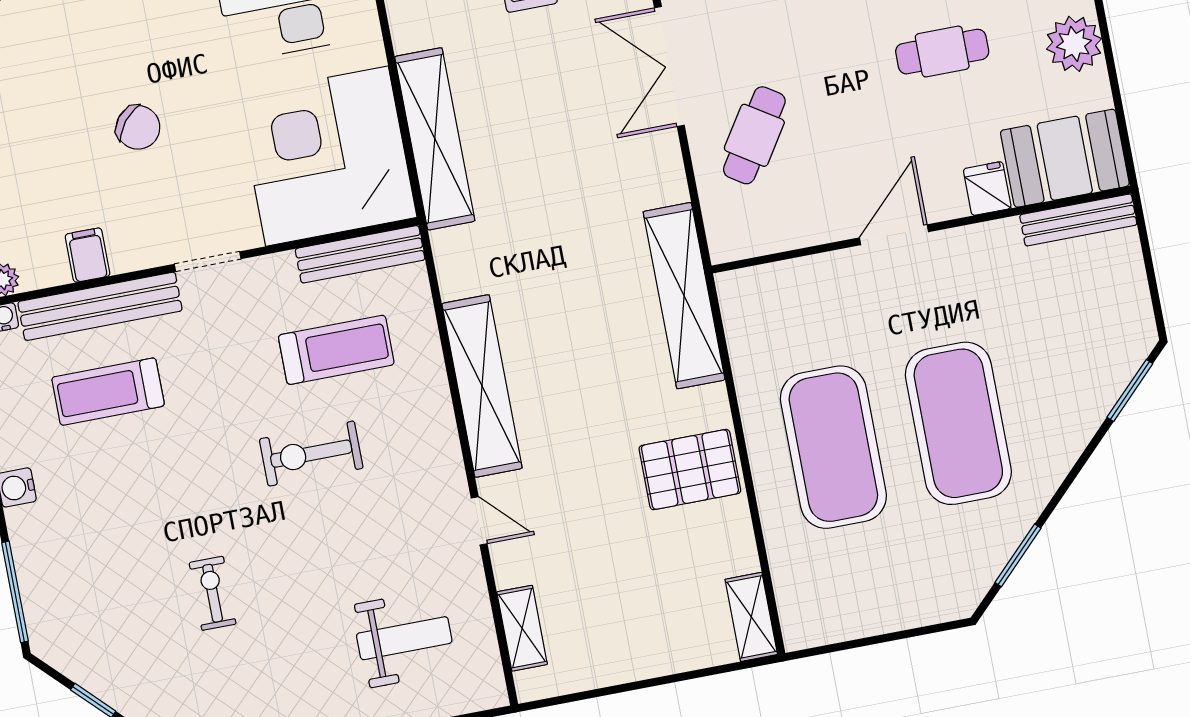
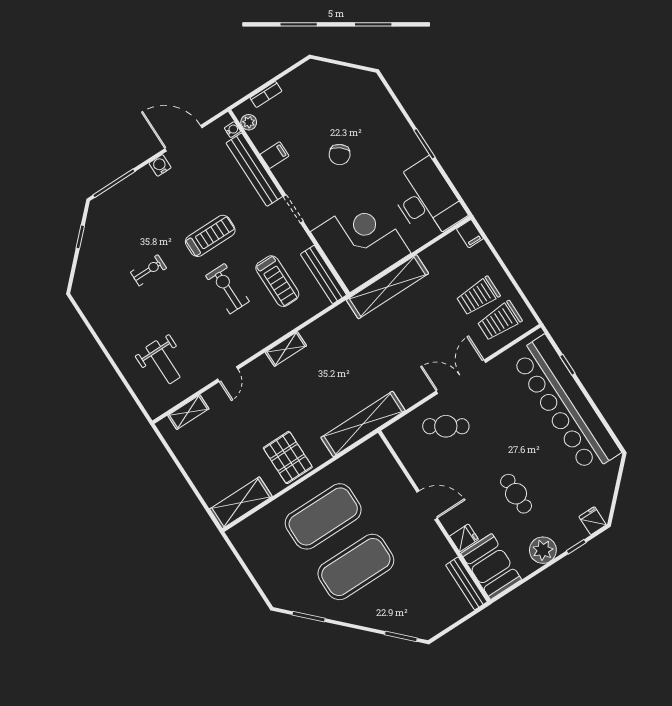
shelving: (482, 386) -> (286, 349), width x0.45, depth x0.75
treadmill: (108, 392) -> (210, 236), moved, turned 90
shelving: (751, 617) -> (241, 503), width x1.50, depth x1.33

